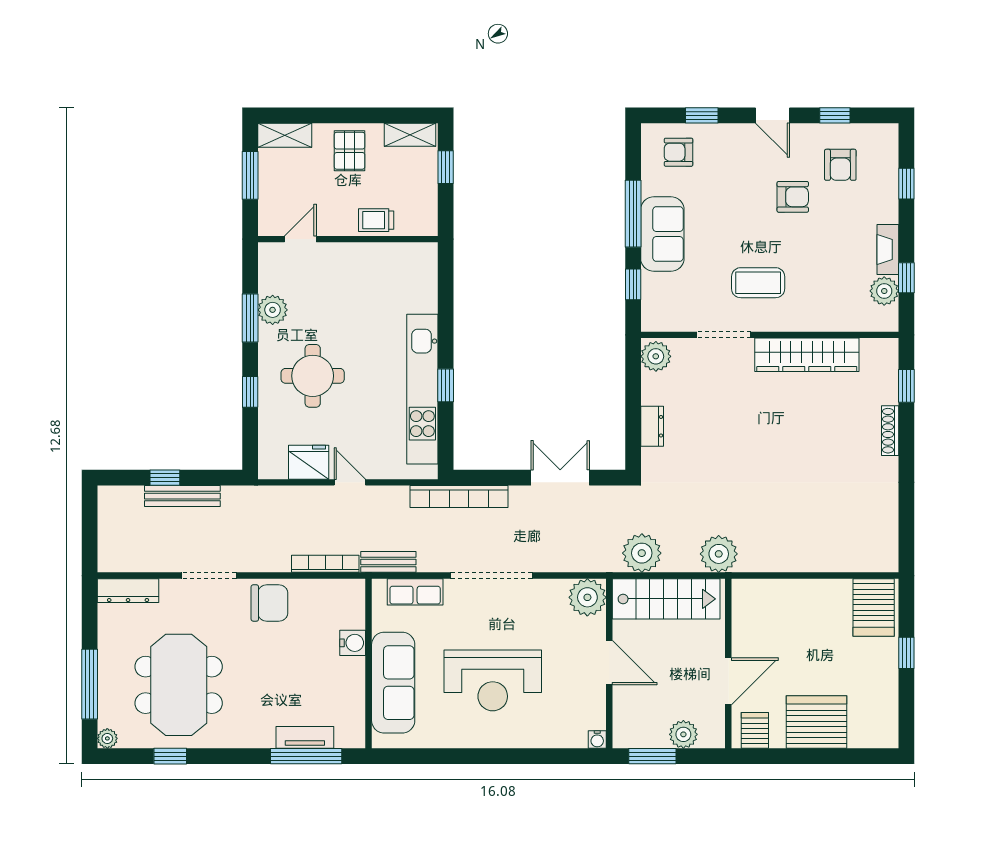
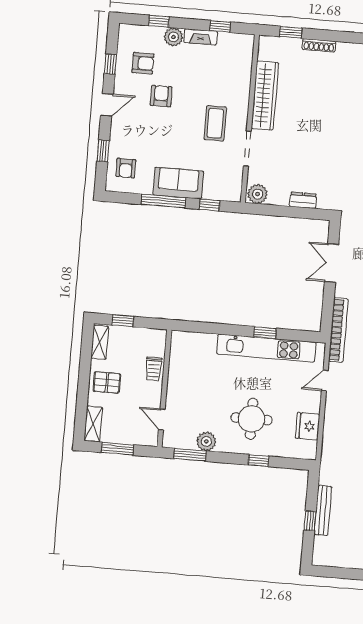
plant: (884, 291) -> (173, 37), moved
window: (250, 318) -> (190, 455), moved
door: (350, 482) -> (325, 381), moved

